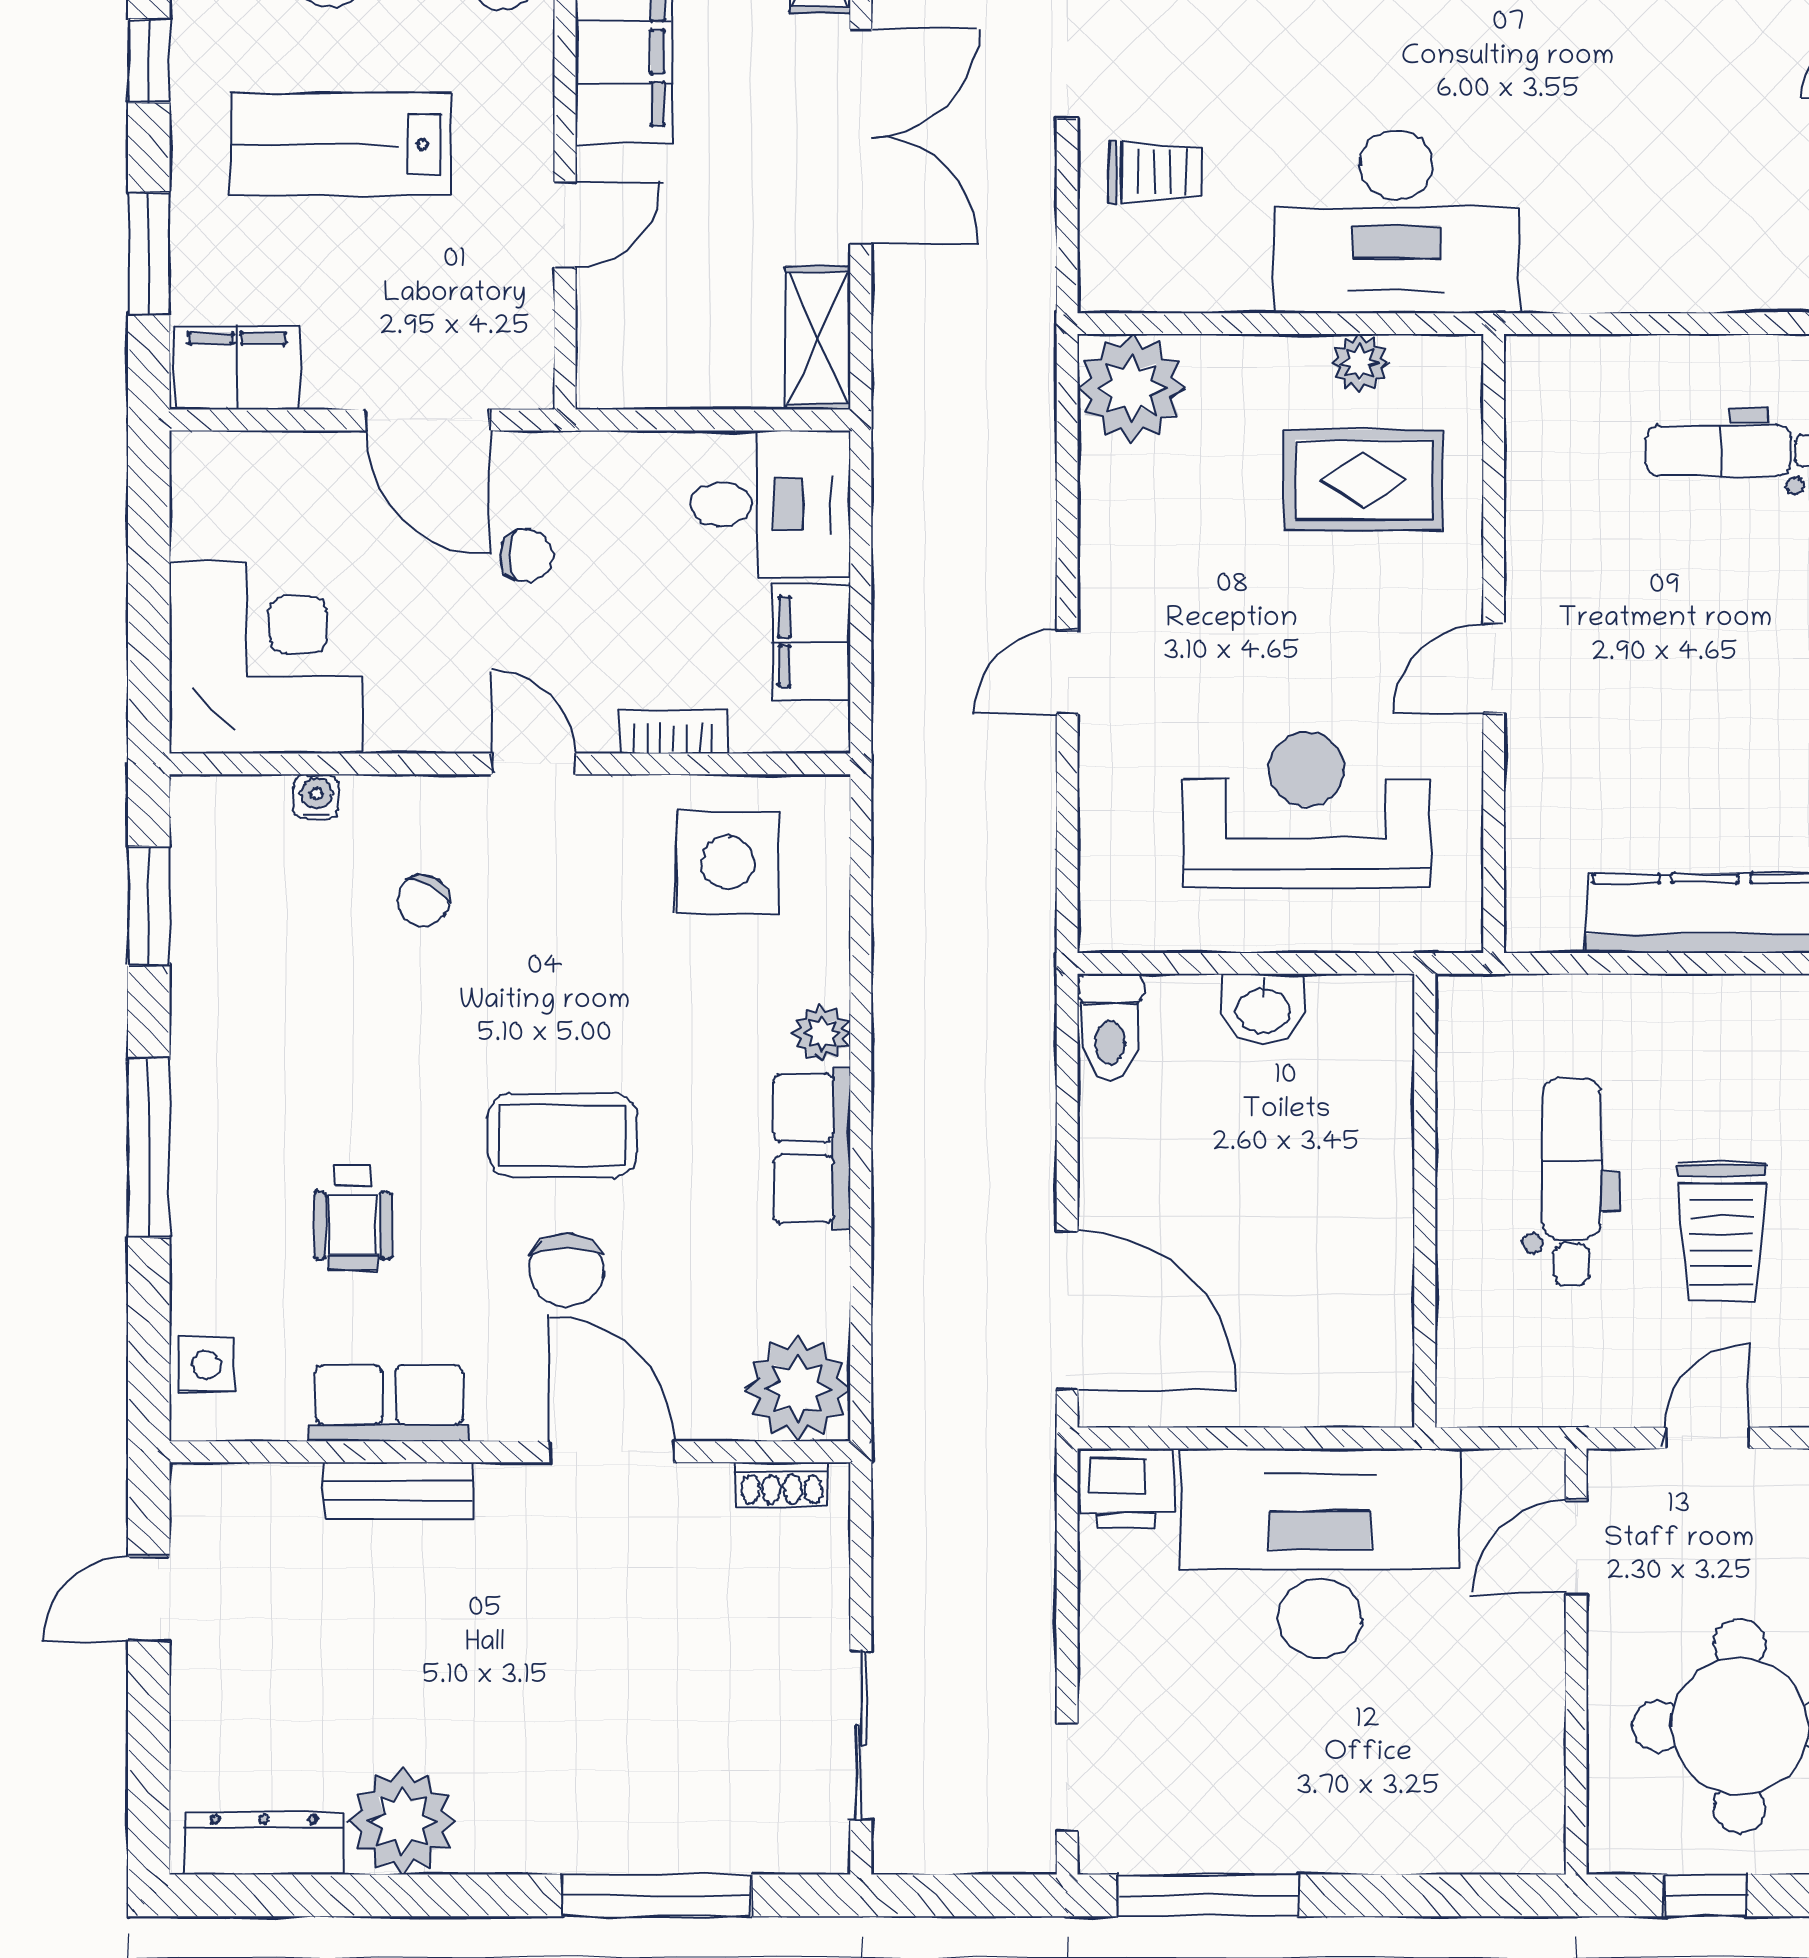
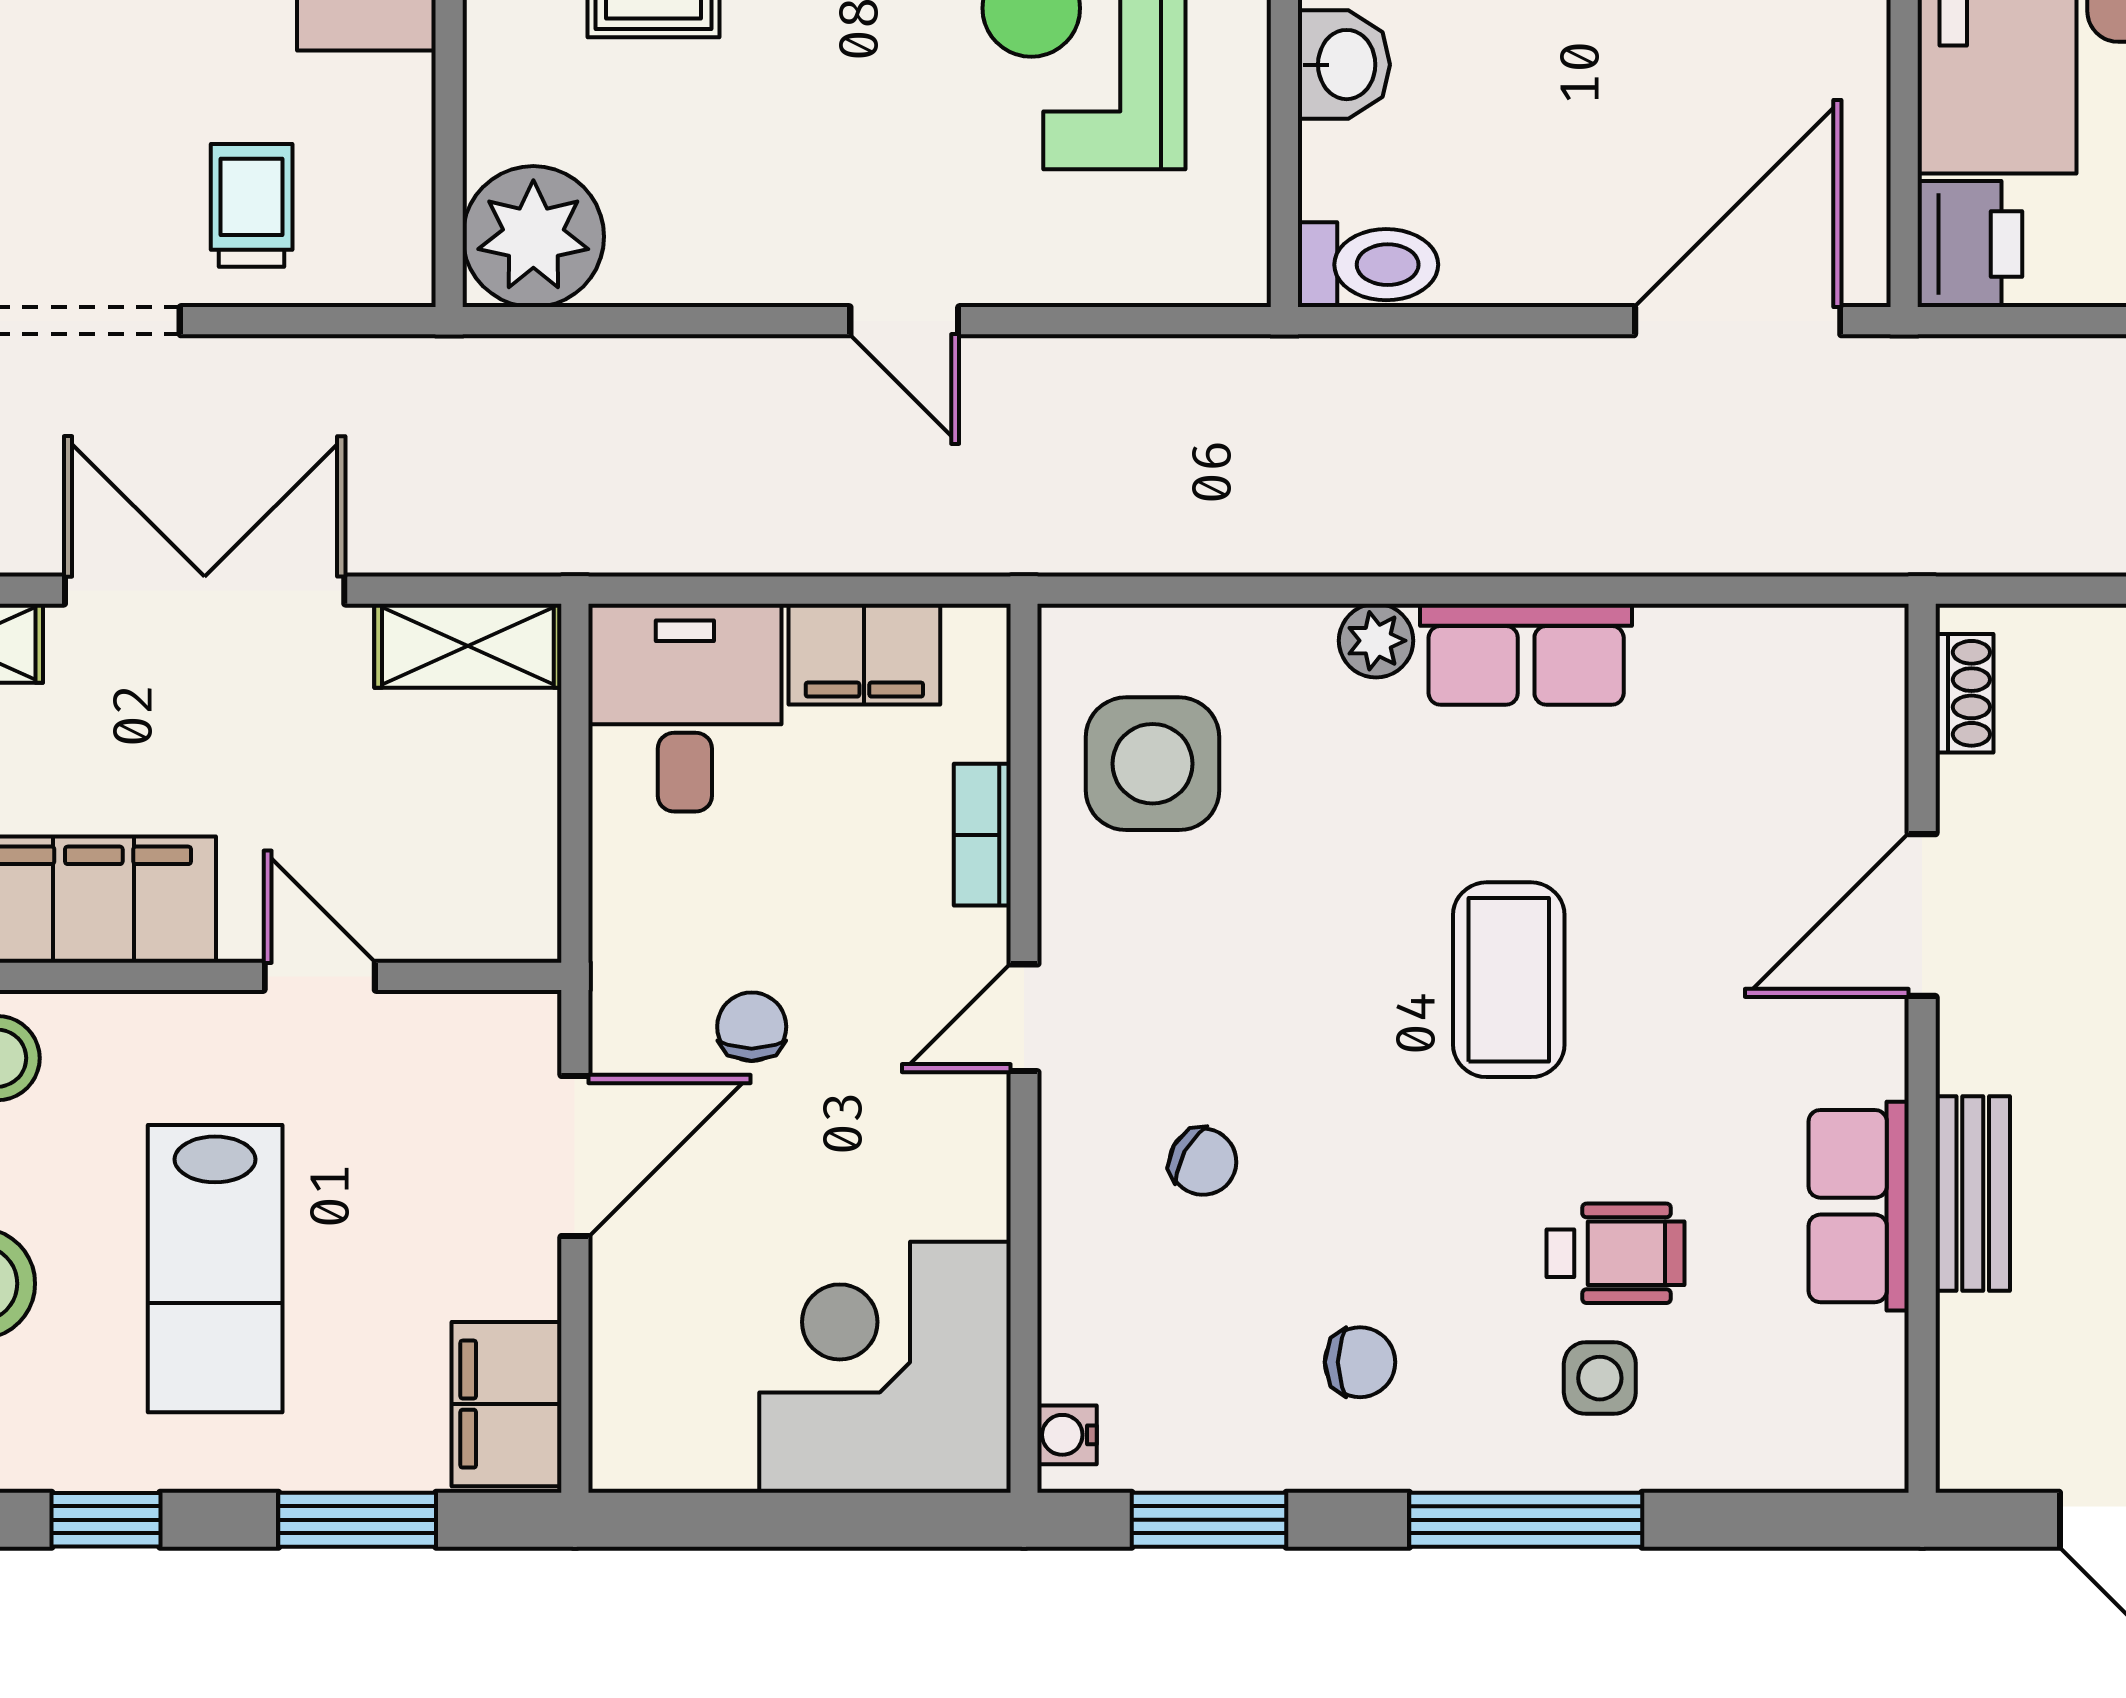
water cooler: (316, 797) -> (1067, 1435), moved
chair: (567, 1270) -> (1360, 1362), moved, width x0.73, depth x0.73
side table: (206, 1365) -> (1600, 1378), moved
plant: (798, 1389) -> (1840, 672), removed

